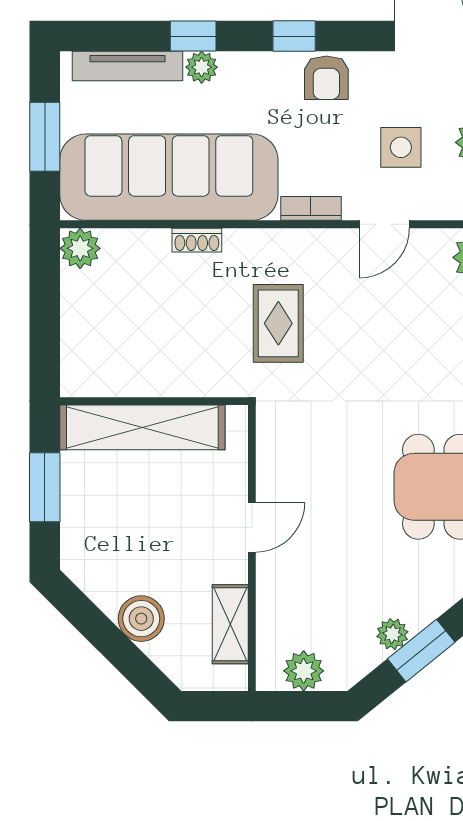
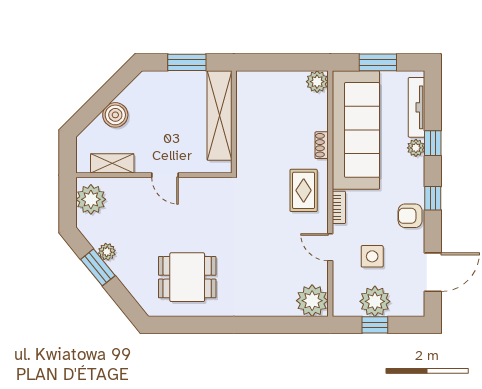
rug: (278, 323) -> (304, 190), moved, turned 90
plant: (304, 671) -> (91, 199), width x1.36, depth x1.36

